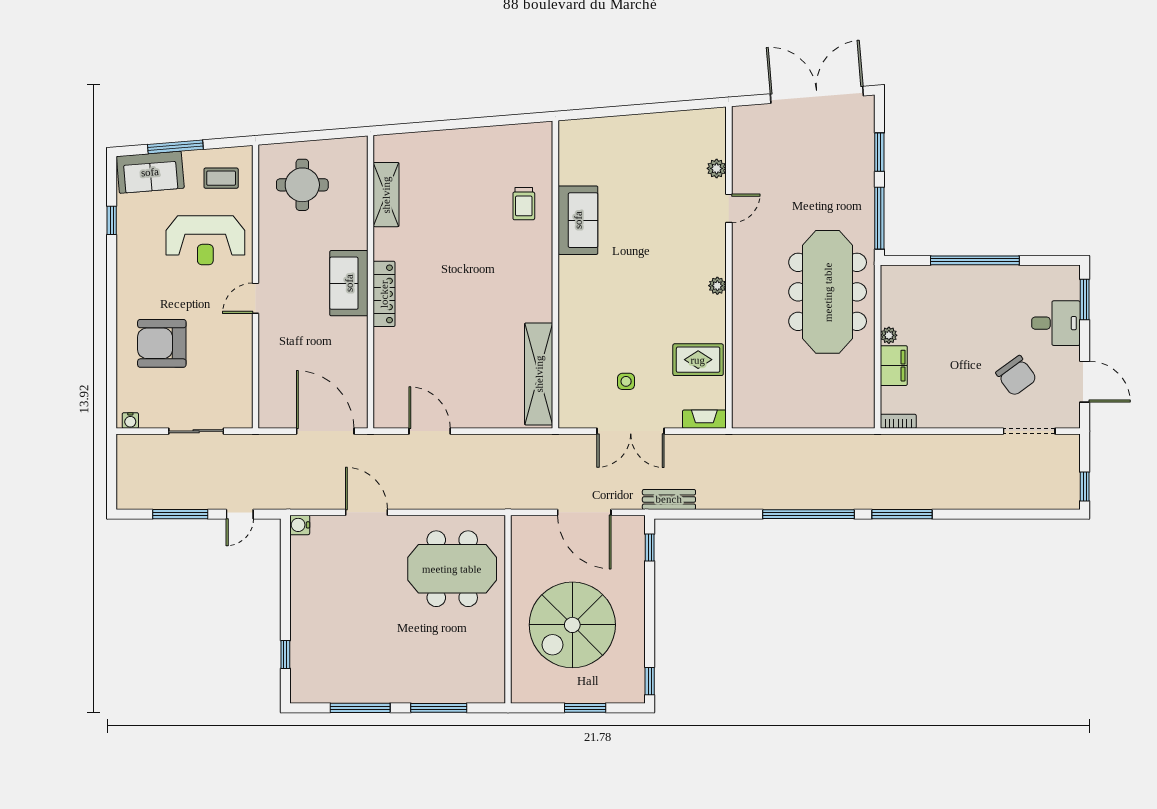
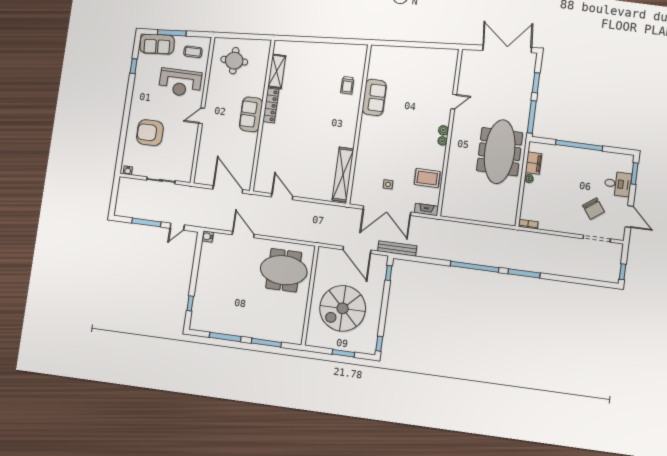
plant: (717, 168) -> (443, 130), moved
locker: (384, 294) -> (271, 105), moved
filing cabinet: (894, 366) -> (534, 163), moved
double door: (631, 431) -> (387, 211), width x1.36
bench: (669, 499) -> (397, 248), width x1.36

